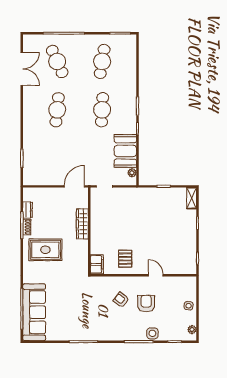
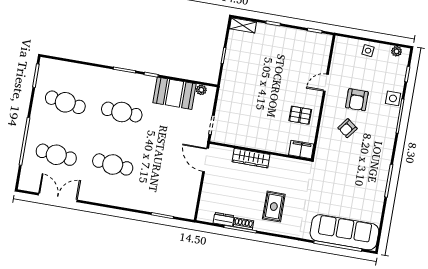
cafe table: (57, 61) -> (56, 155), turned 30
rug: (45, 250) -> (274, 207), width x0.73, depth x0.70
armchair: (146, 304) -> (357, 100), turned -90

